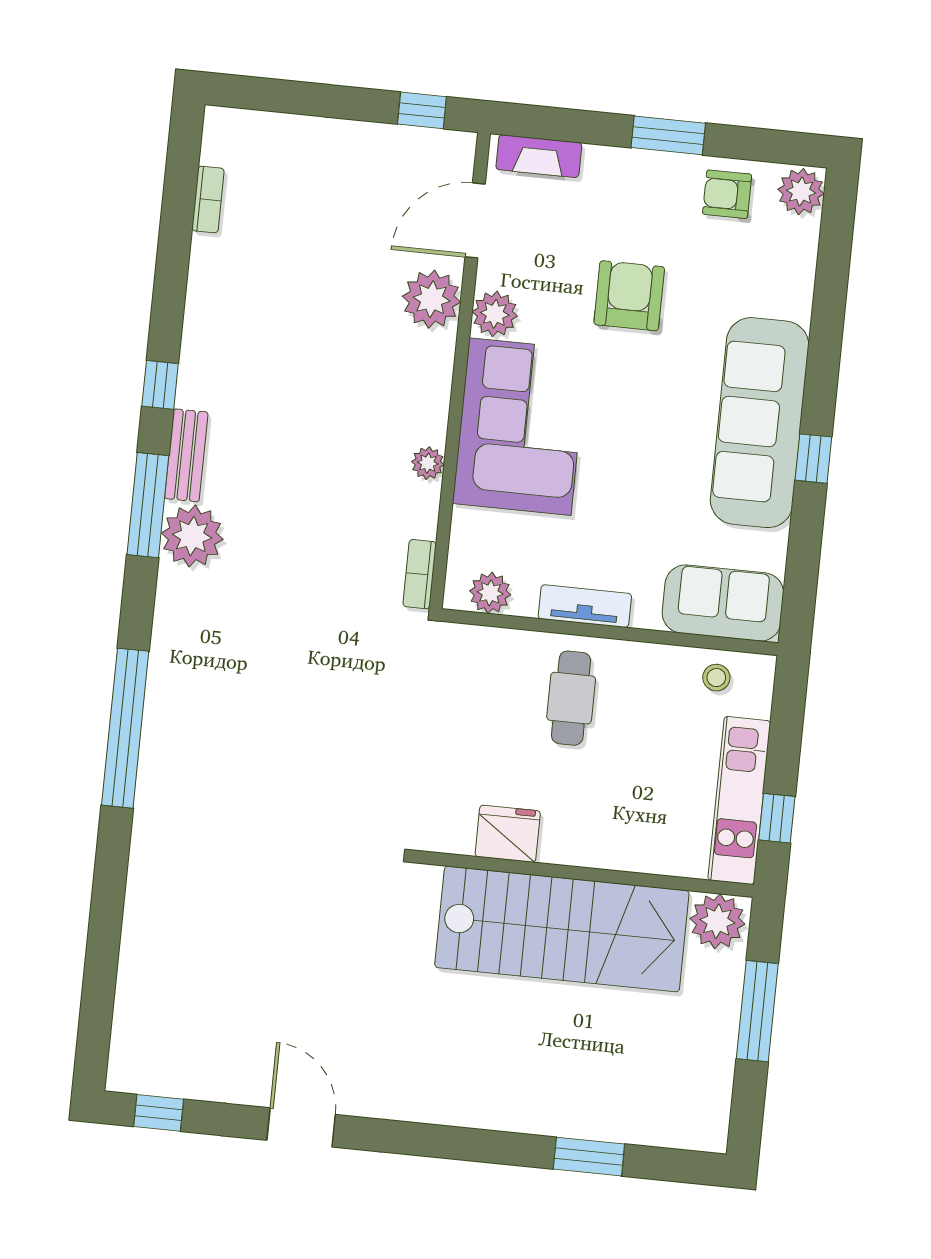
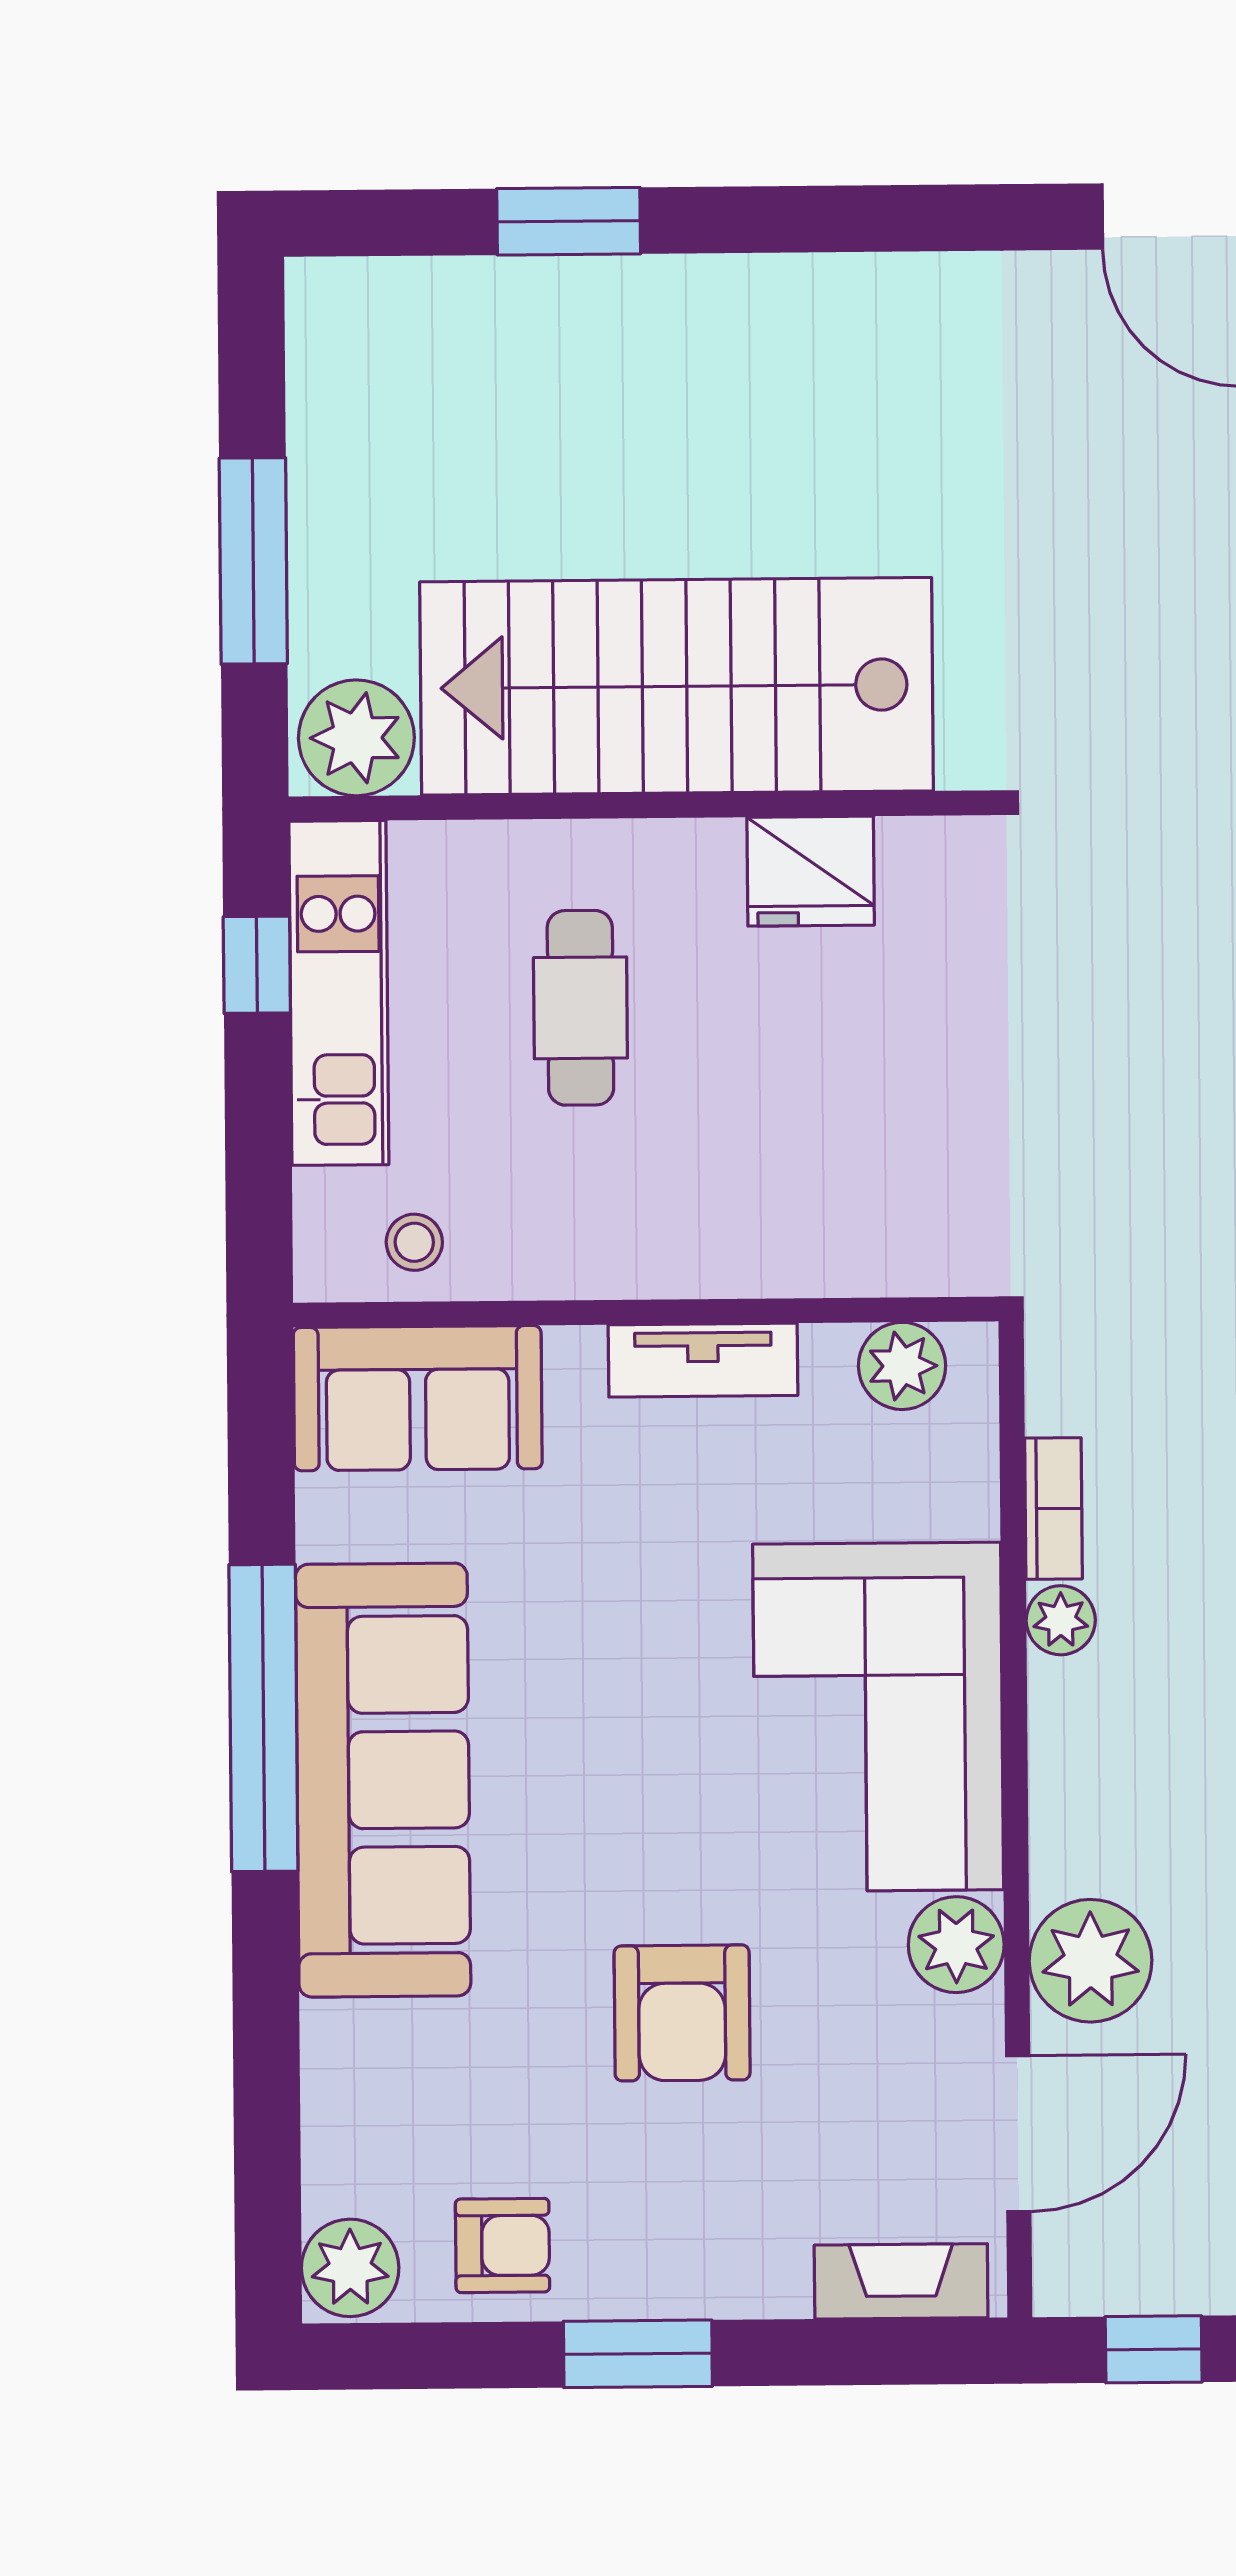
window: (813, 459) -> (263, 1718), width x3.17
bookcase: (420, 574) -> (1053, 1509), moved
cafe table: (571, 698) -> (580, 1008), moved

